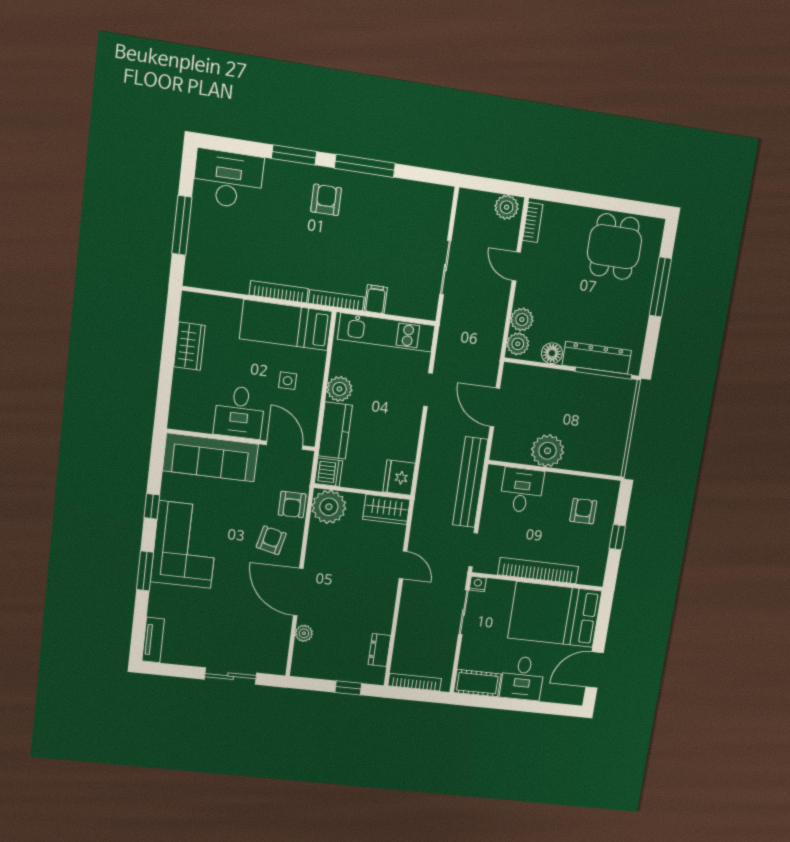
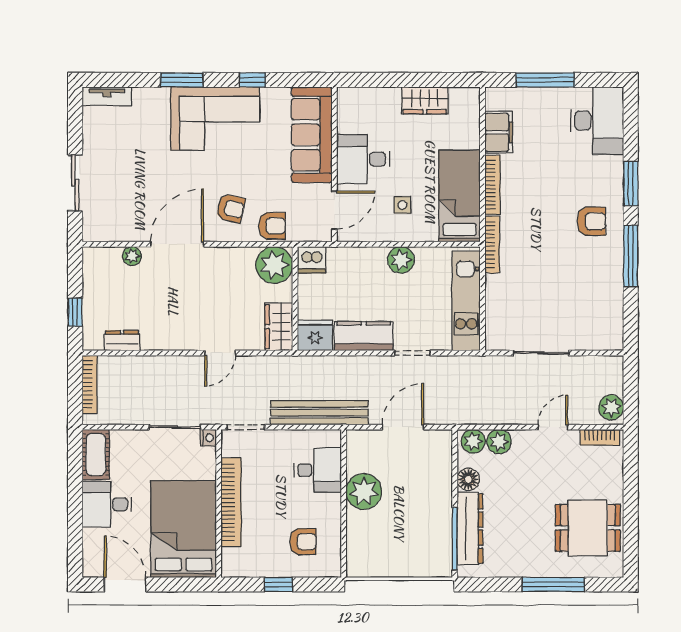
filing cabinet: (376, 299) -> (499, 132), moved, width x2.00
kitchen counter: (335, 431) -> (364, 336), moved, turned 180
armchair: (292, 505) -> (272, 226), turned 180

